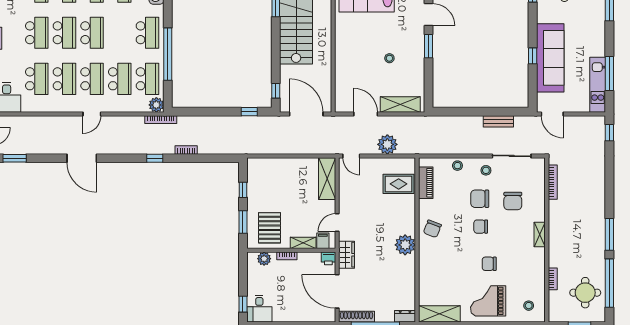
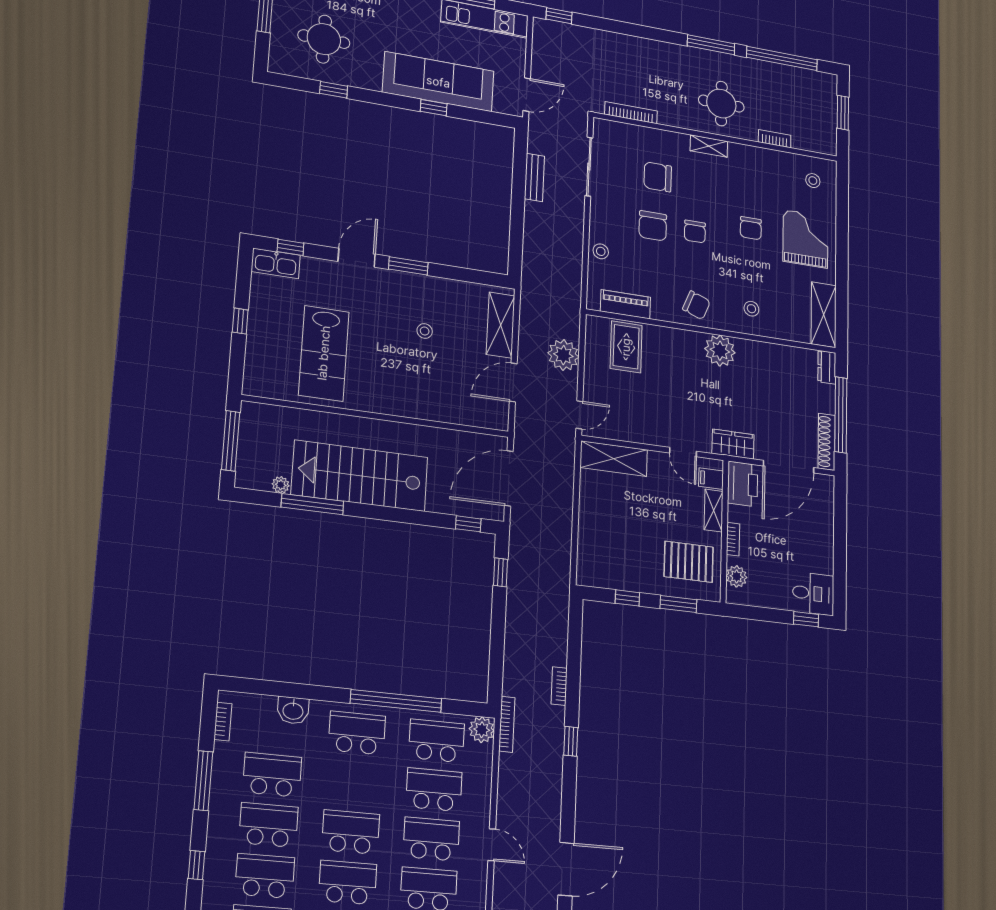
stool: (486, 170) -> (751, 309), moved
chair: (513, 201) -> (658, 177), turned 180
printer: (328, 258) -> (743, 484), width x1.87, depth x1.48
round table: (585, 293) -> (721, 104), moved
grand piano: (488, 301) -> (805, 239), turned 180

